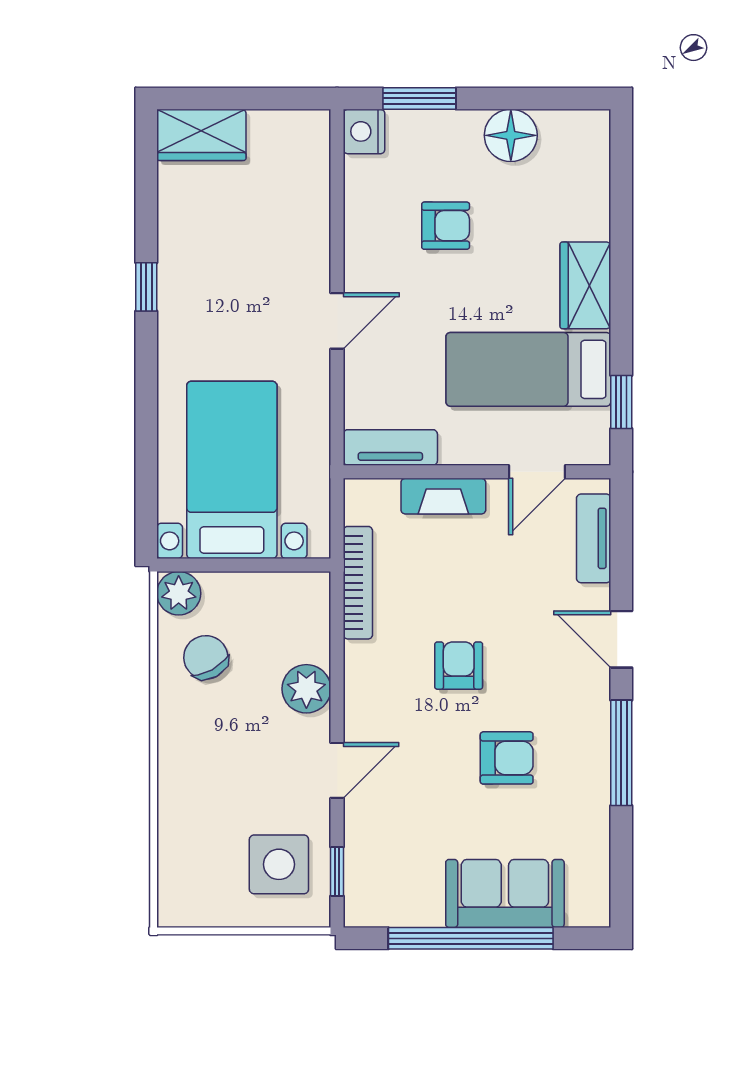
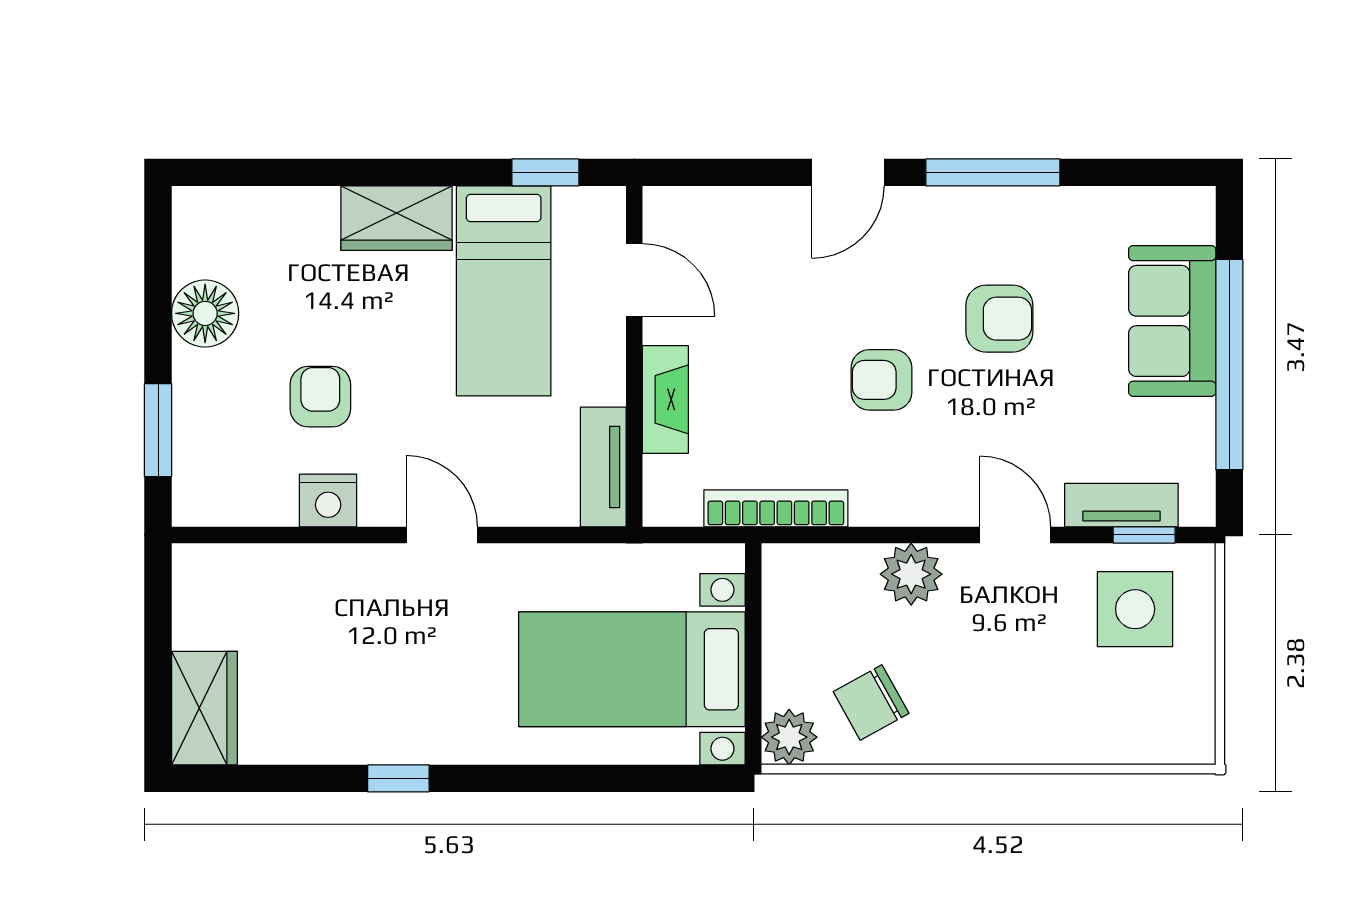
nightstand: (364, 131) -> (328, 501), moved
tv unit: (594, 538) -> (1121, 505), moved, turned 180
armchair: (507, 758) -> (999, 319), turned 90

